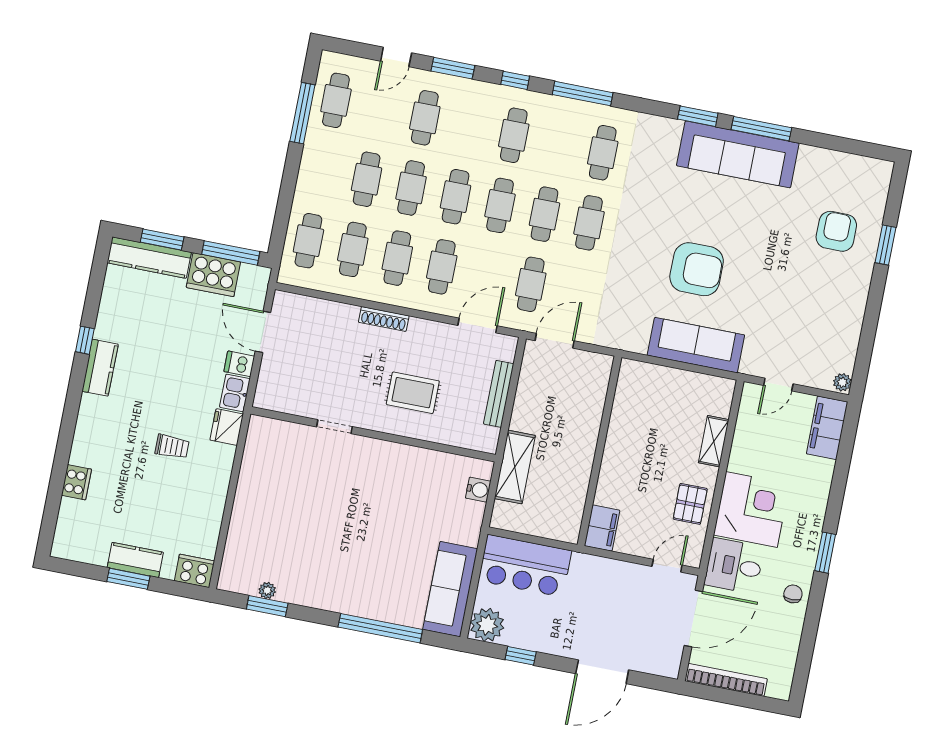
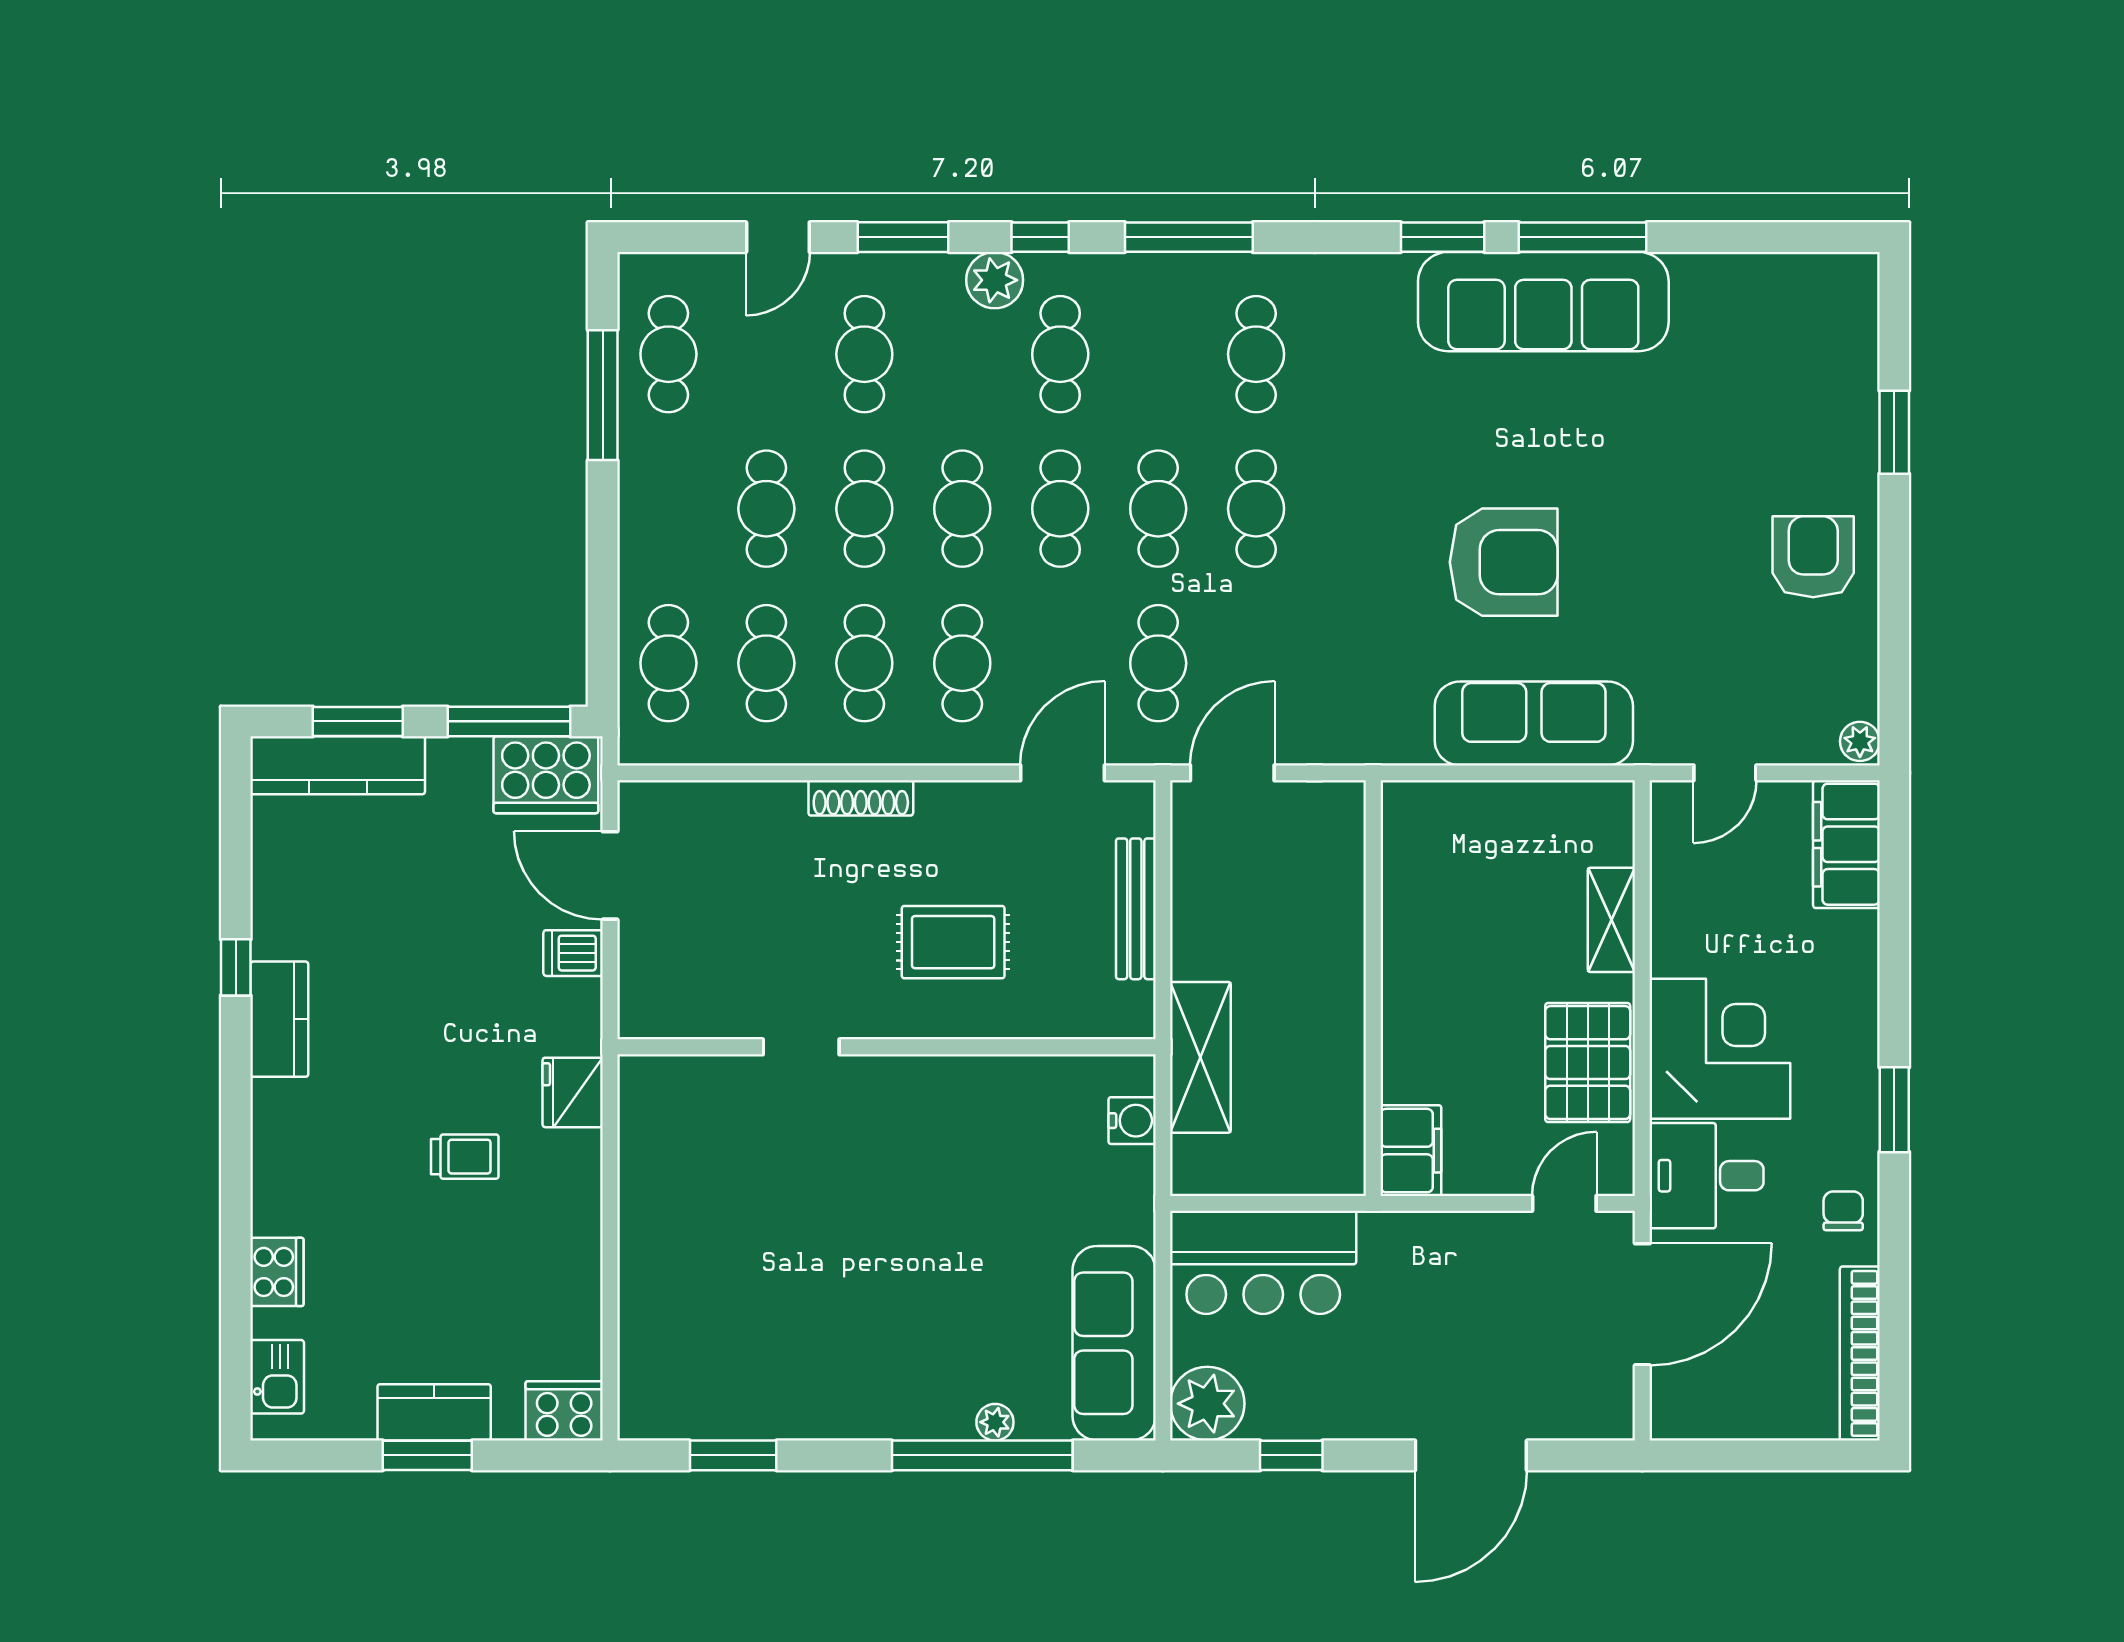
plant: (491, 96) -> (995, 280), added
armchair: (836, 231) -> (1813, 557), moved
cooker: (213, 275) -> (546, 775), moved
kitchen sink: (235, 393) -> (277, 1377), moved, turned 180
pallet: (690, 504) -> (1588, 1063), width x1.50, depth x1.42
plant: (267, 590) -> (995, 1422), moved
bookcase: (726, 680) -> (1860, 1353), moved, turned -90

